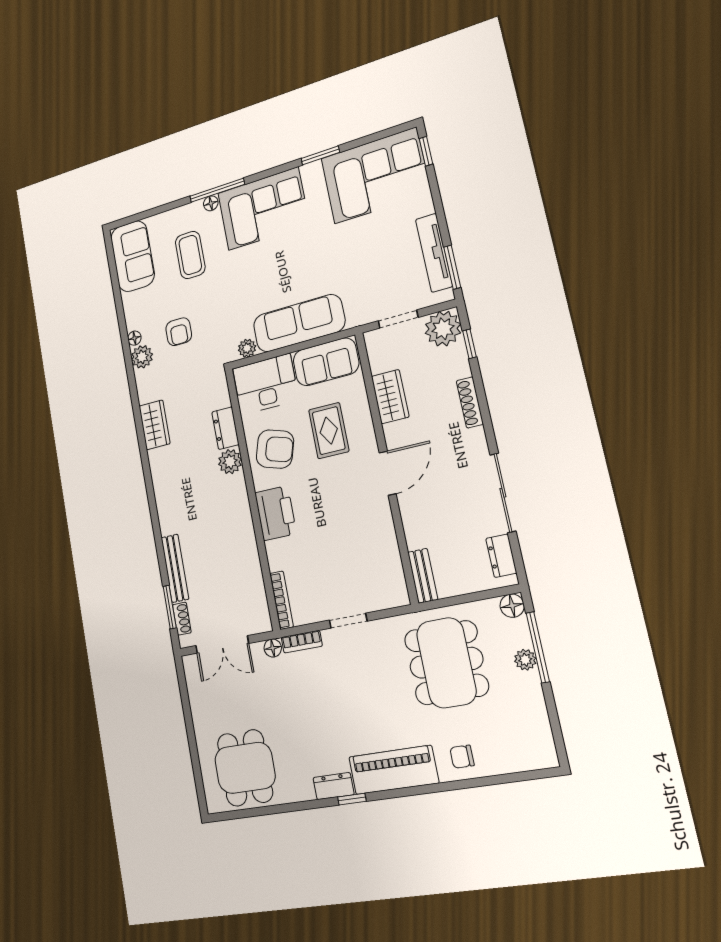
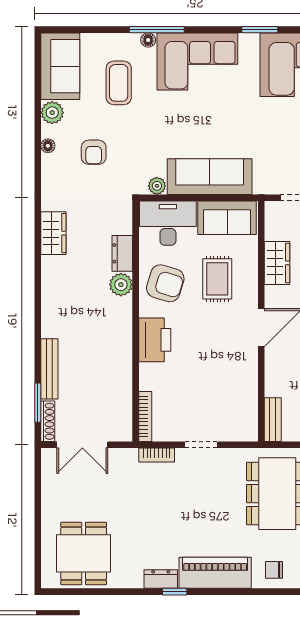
plant: (142, 357) -> (52, 113), moved
shoe rack: (182, 619) -> (48, 421), width x1.43
floor lamp: (273, 648) -> (129, 456), removed

